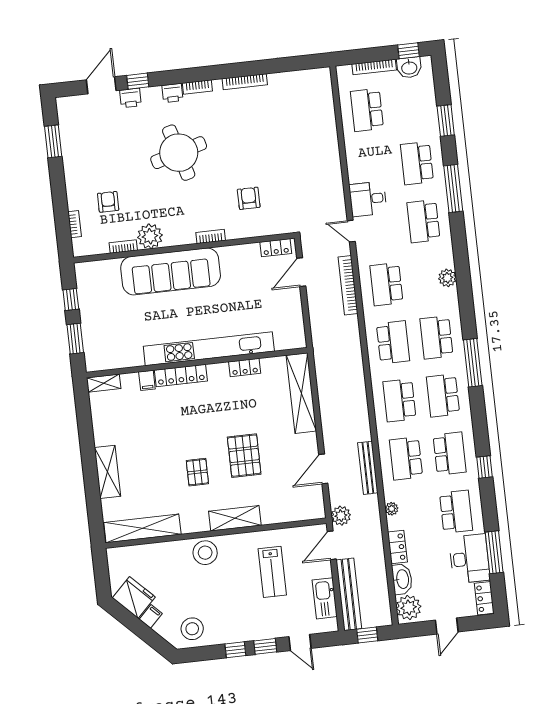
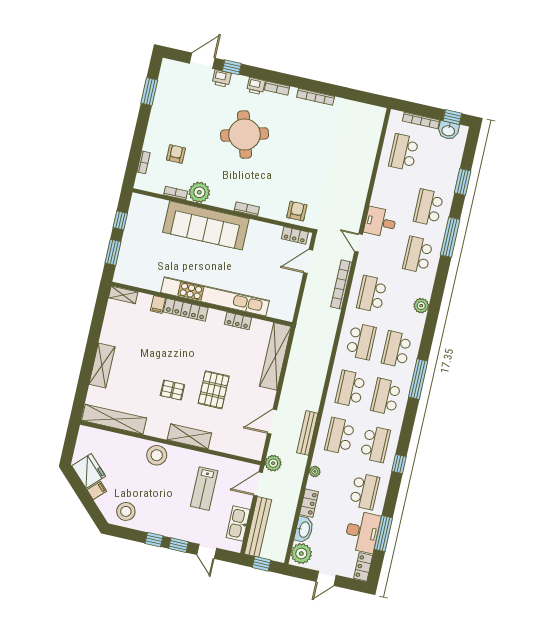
armchair: (249, 198) -> (297, 211), moved
pallet: (197, 472) -> (172, 390), turned 90

